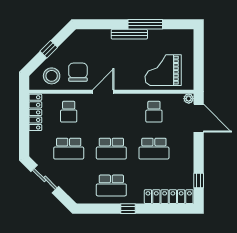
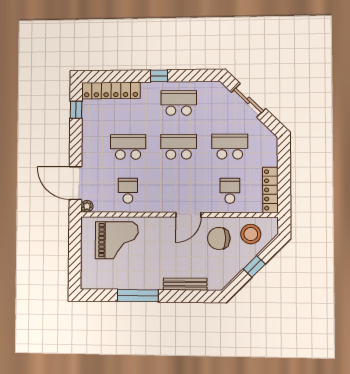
bench: (129, 34) -> (185, 284), moved
chair: (78, 72) -> (219, 238), turned 90
sliding door: (45, 179) -> (248, 100), moved

